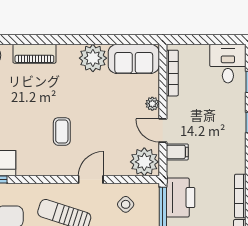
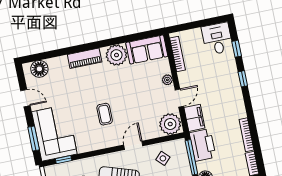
piano: (34, 54) -> (85, 58), moved
door: (163, 131) -> (179, 98), swing flipped
filing cabinet: (177, 152) -> (194, 118), width x2.00

